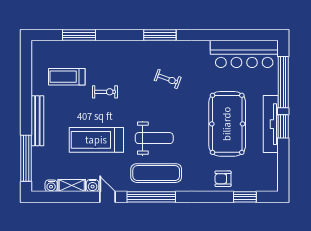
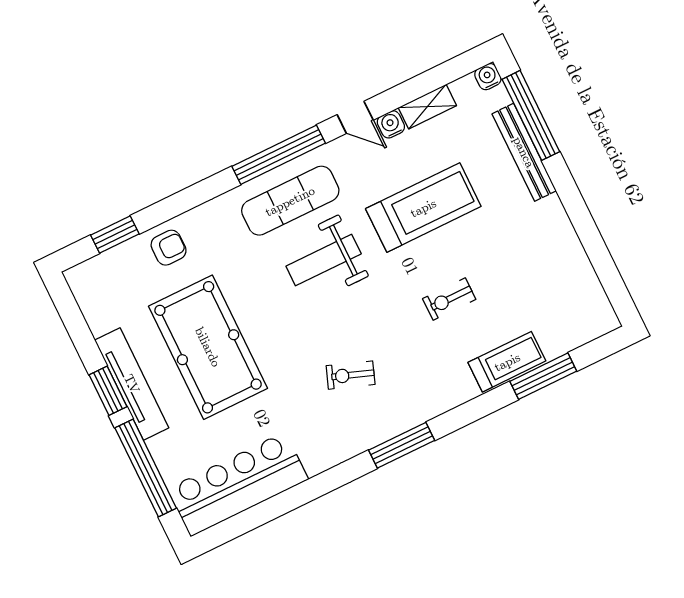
treadmill: (67, 77) -> (507, 362), moved
bench: (37, 121) -> (524, 152), moved
water cooler: (51, 186) -> (488, 77), moved

